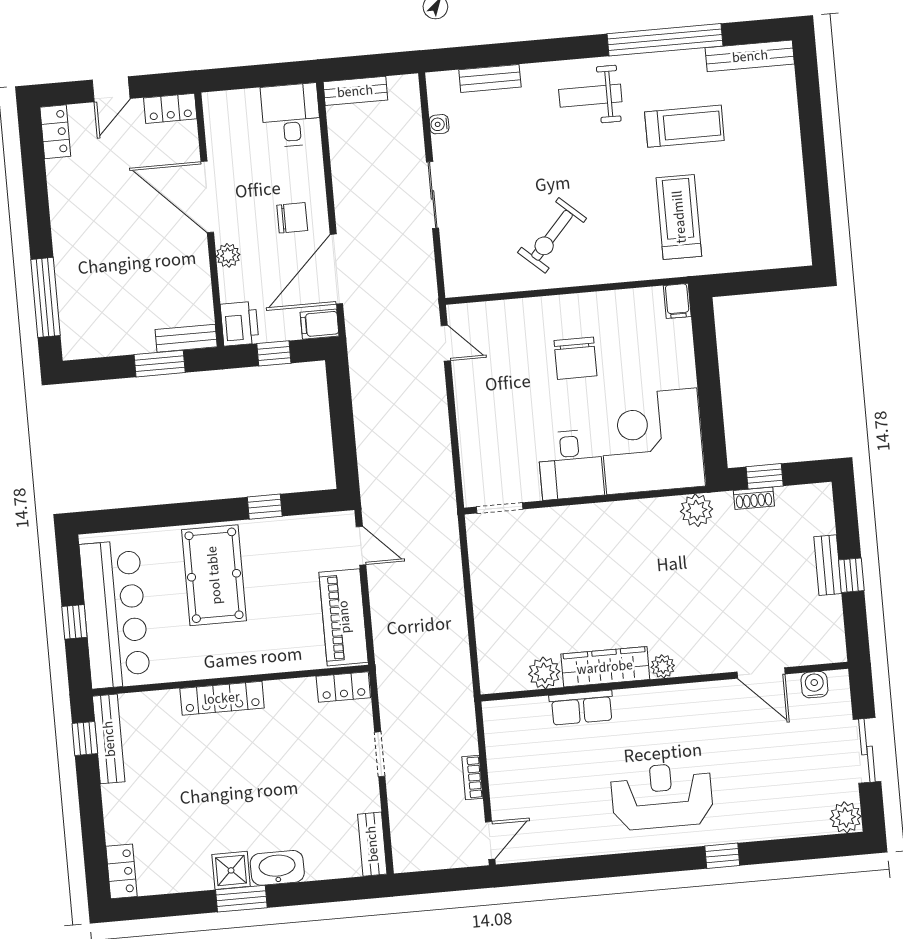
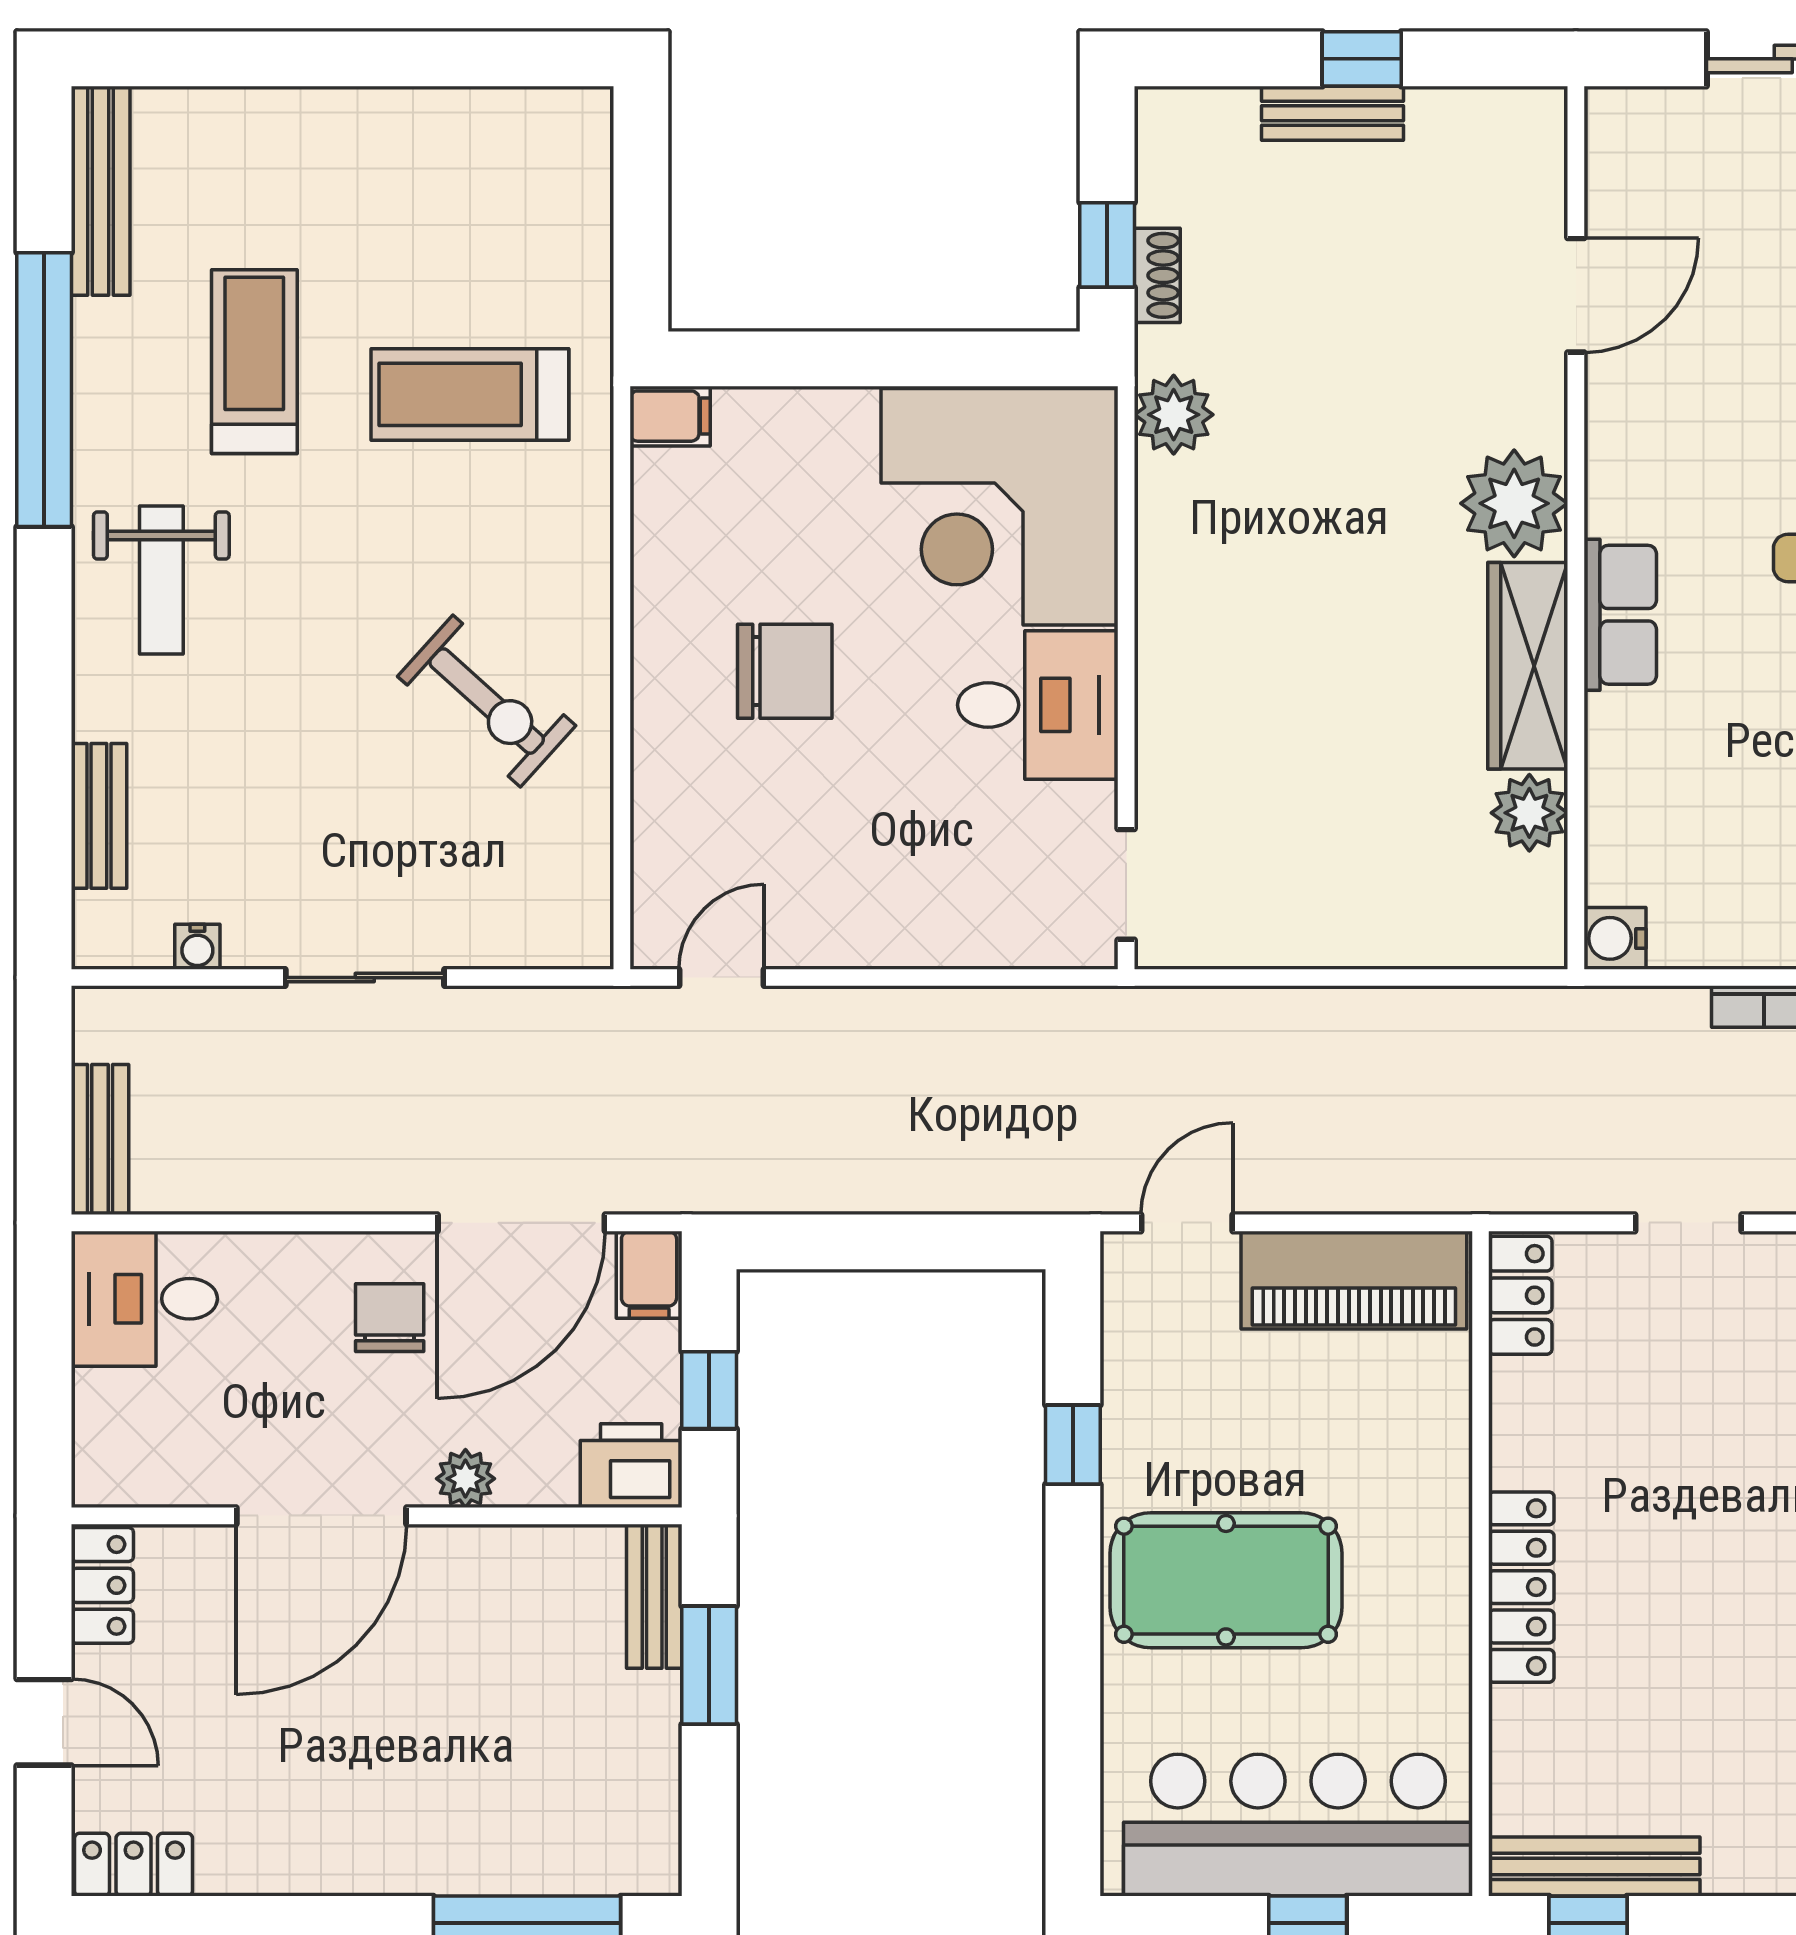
door: (336, 269) -> (521, 1223), hinge flipped
plant: (663, 666) -> (1514, 503), width x1.87, depth x1.87
water cooler: (814, 685) -> (1615, 938), moved
row of seats: (581, 708) -> (1620, 615), moved

